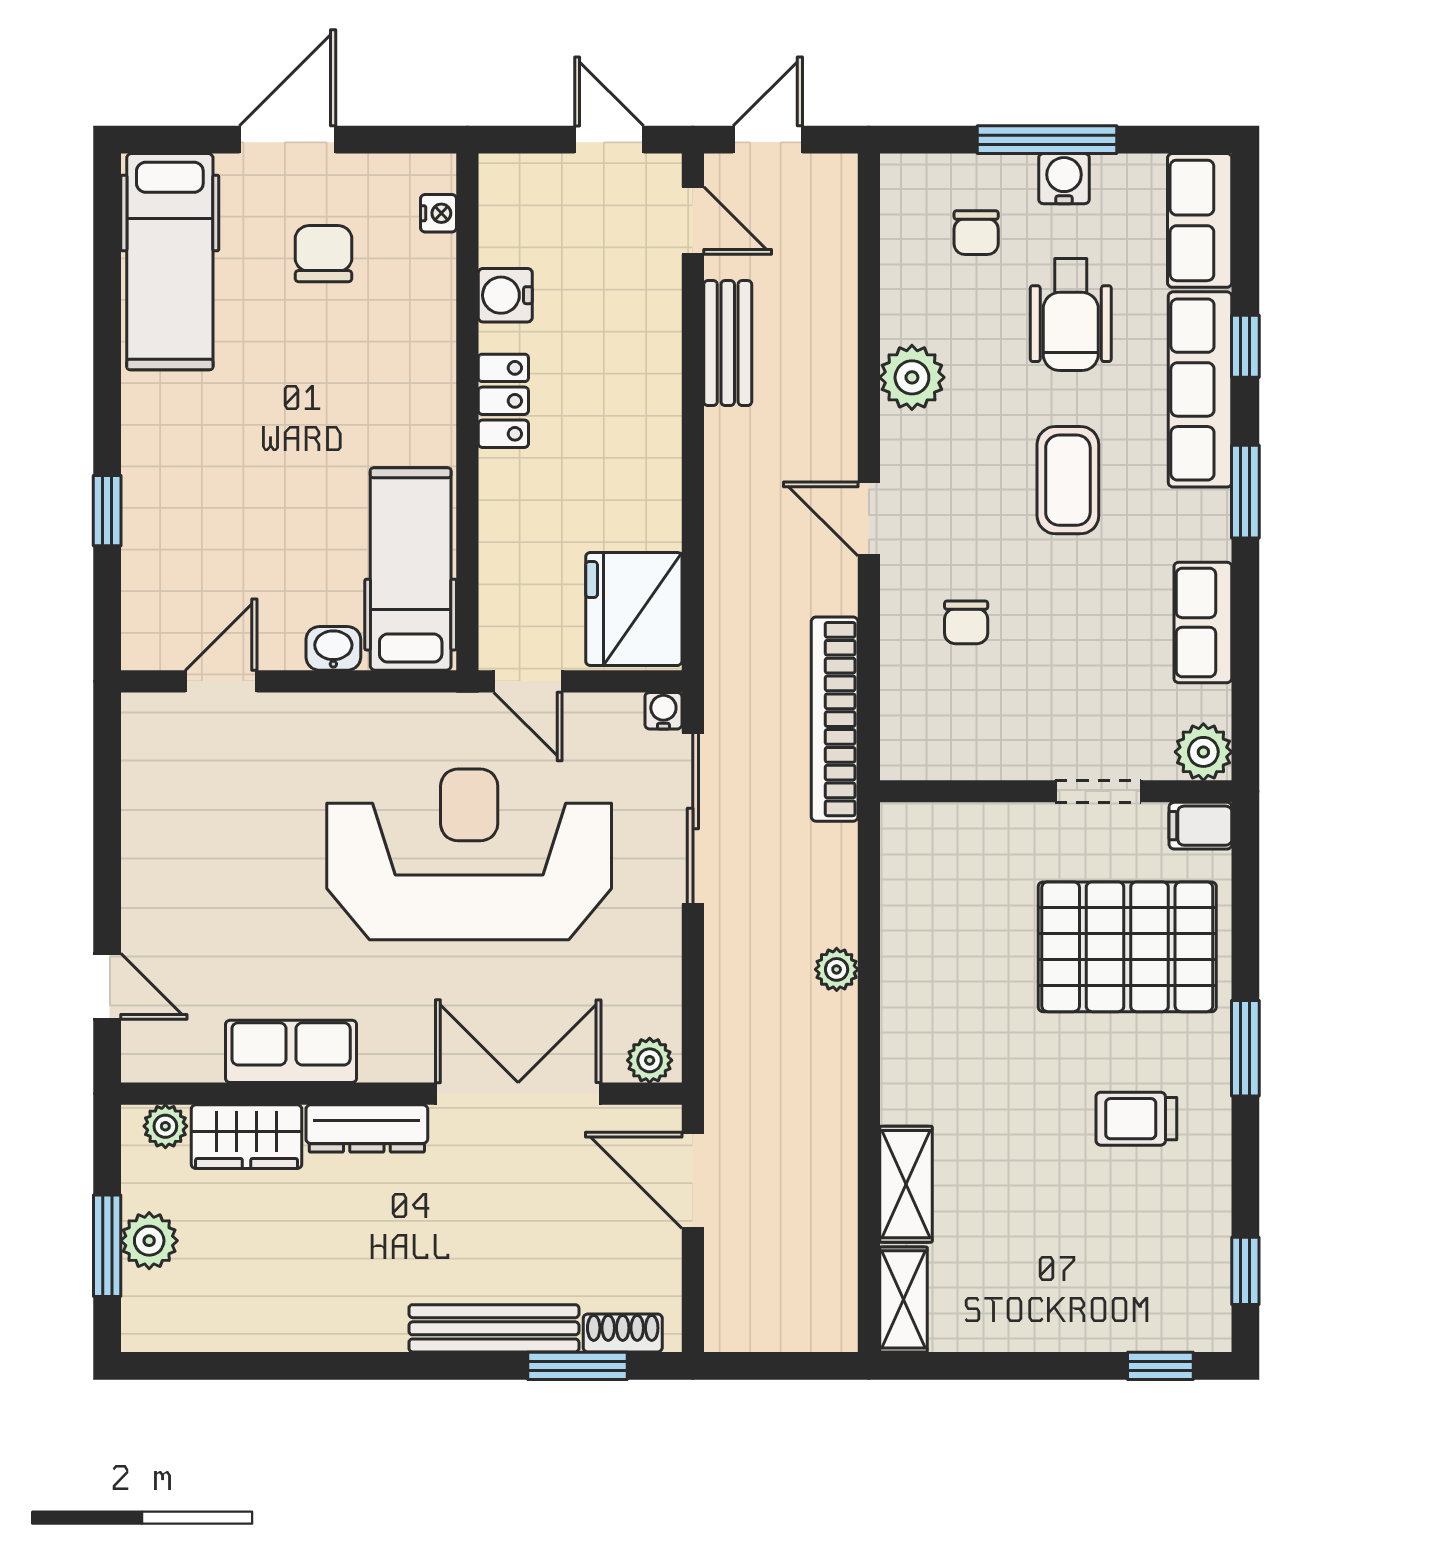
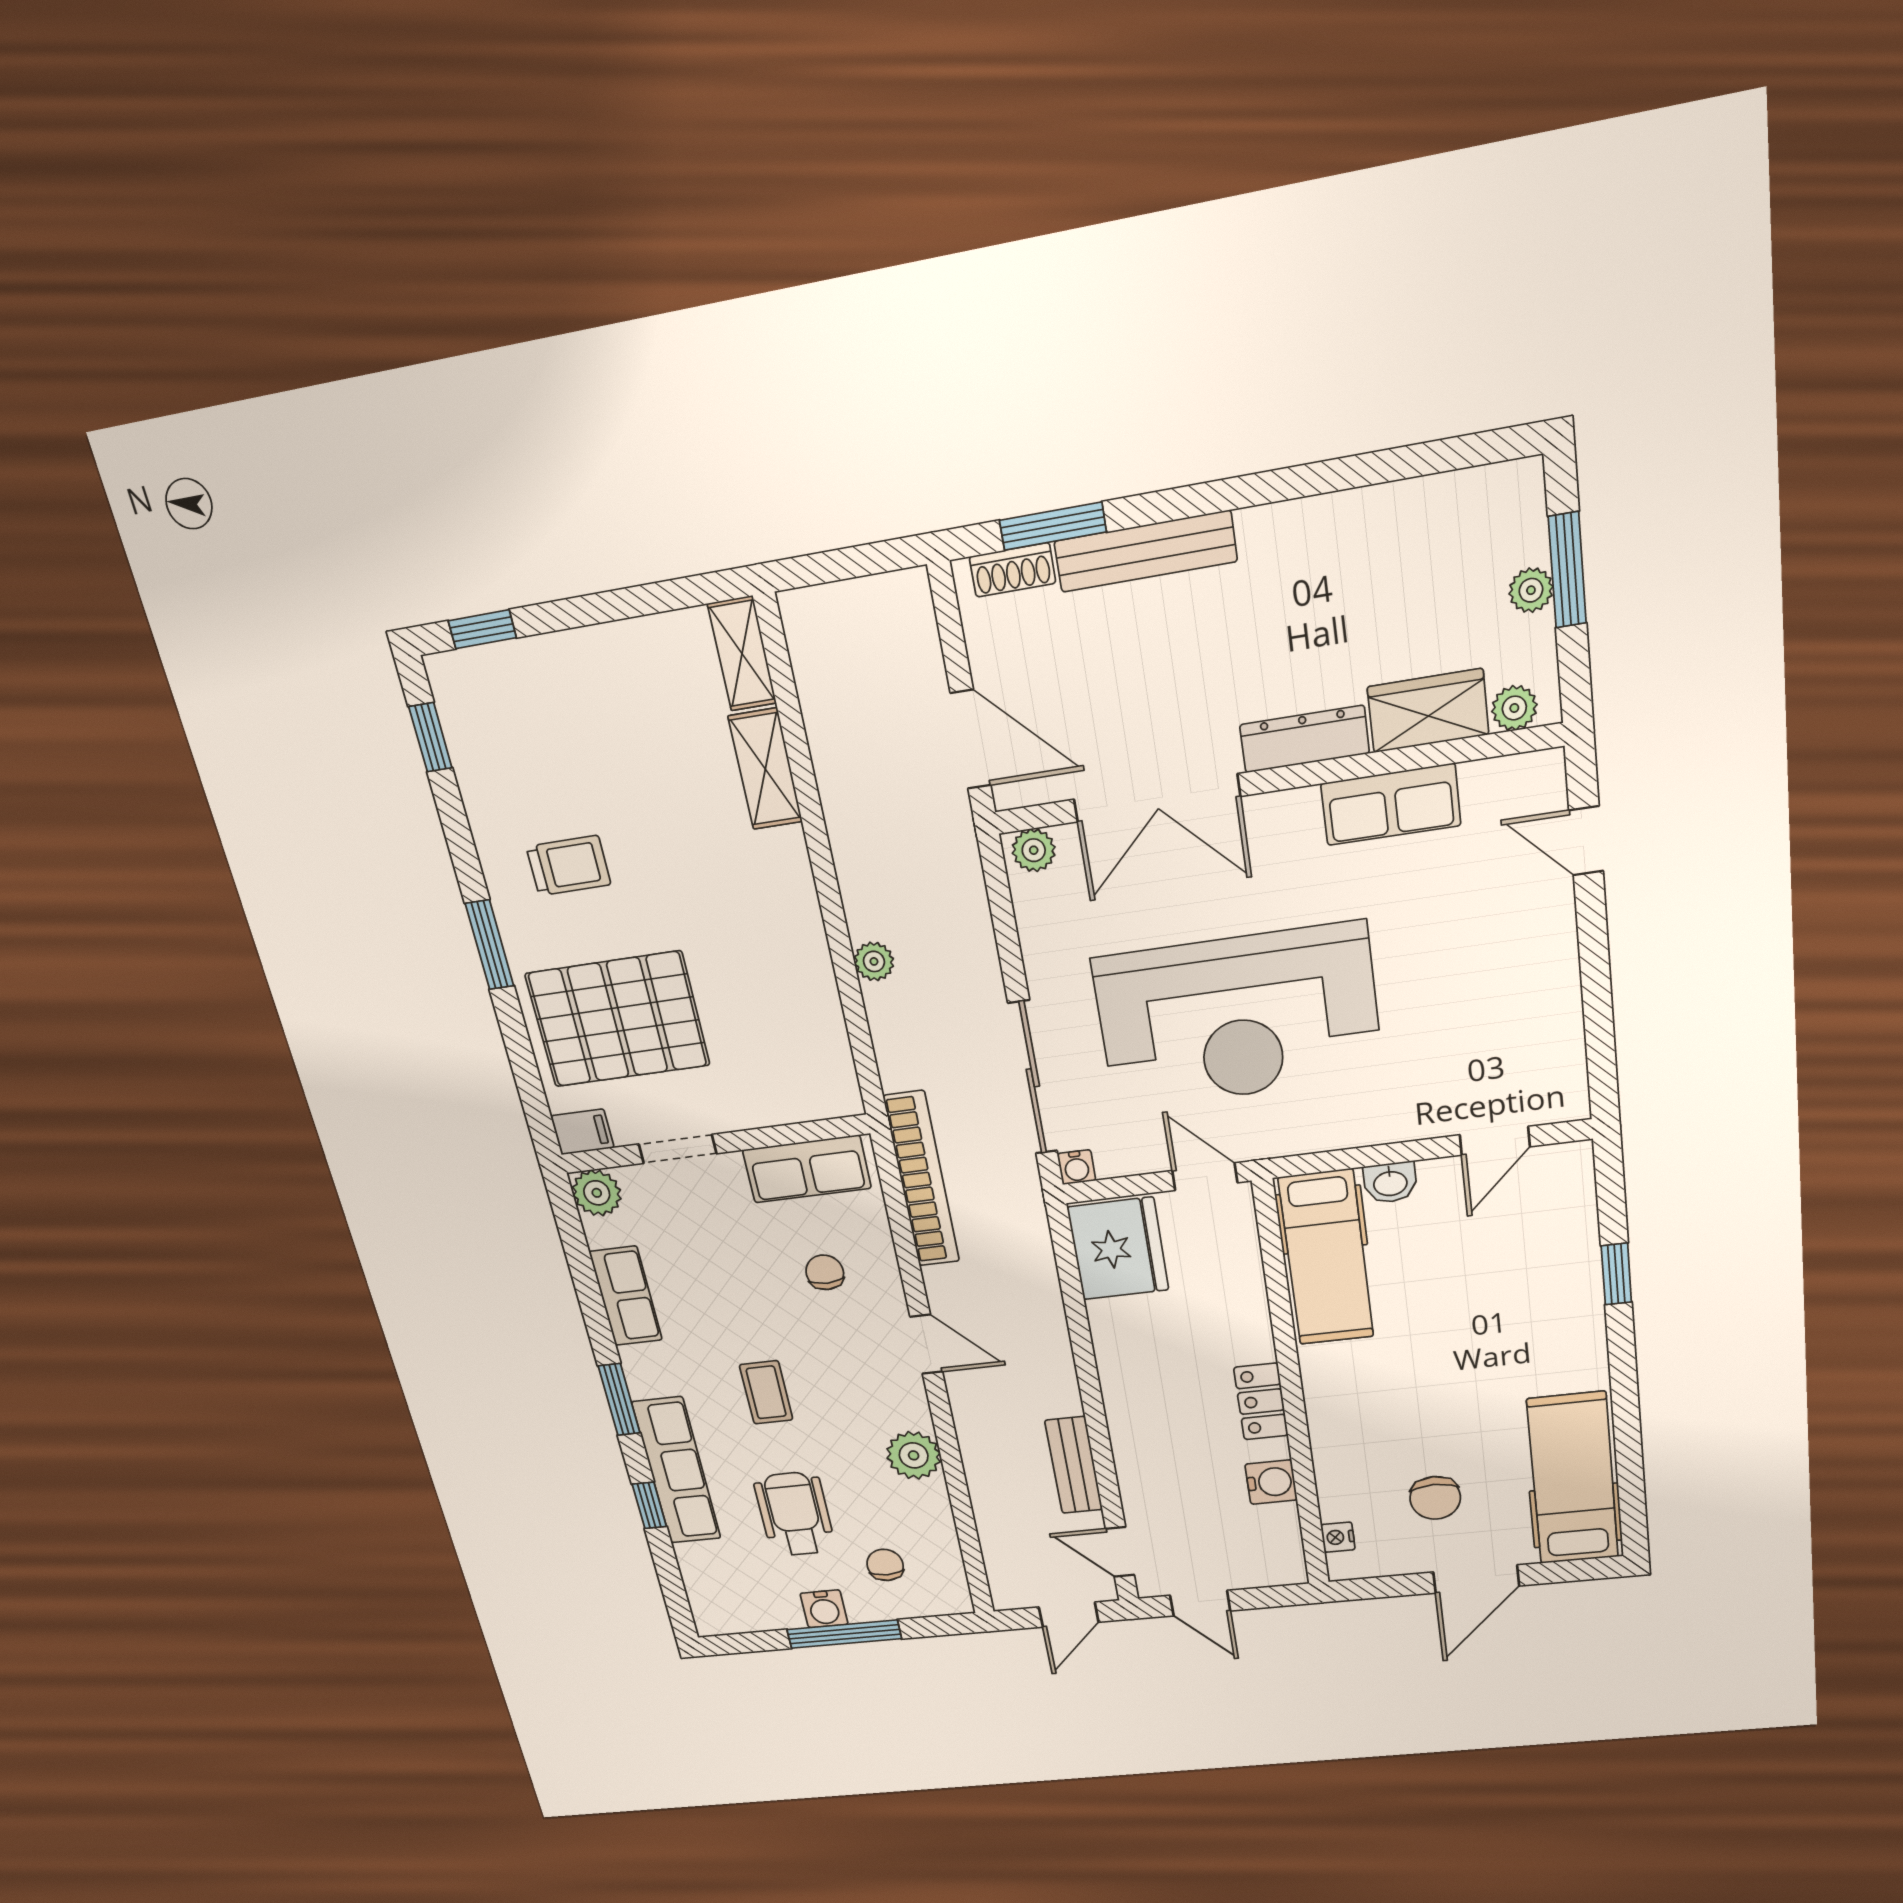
row of seats: (1200, 220) -> (807, 1169), moved, turned 90
coffee table: (1068, 480) -> (766, 1392), width x0.73, depth x0.77
plant: (149, 1241) -> (1531, 590), width x0.73, depth x0.73

